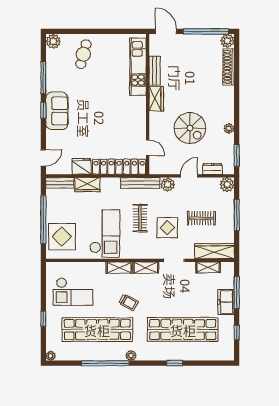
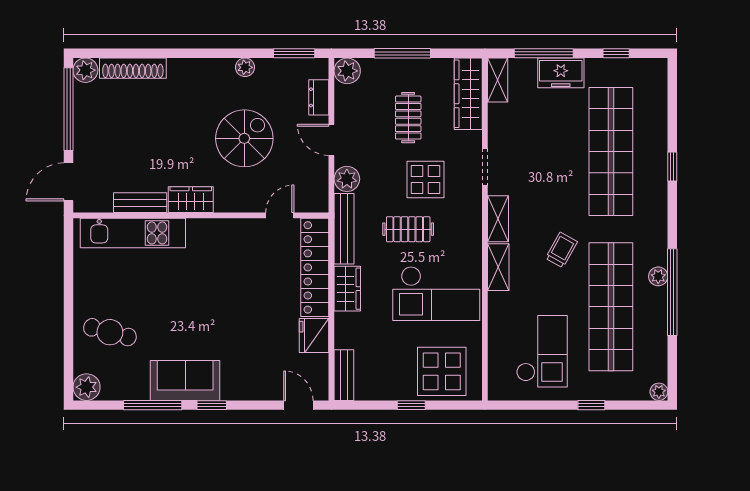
sofa: (57, 111) -> (185, 380), moved
wardrobe: (87, 185) -> (347, 289), moved
window: (43, 220) -> (411, 405), width x0.32
checkout: (105, 234) -> (436, 293), turned 180
shelving: (208, 267) -> (498, 80), moved
plant: (131, 355) -> (658, 276), moved

